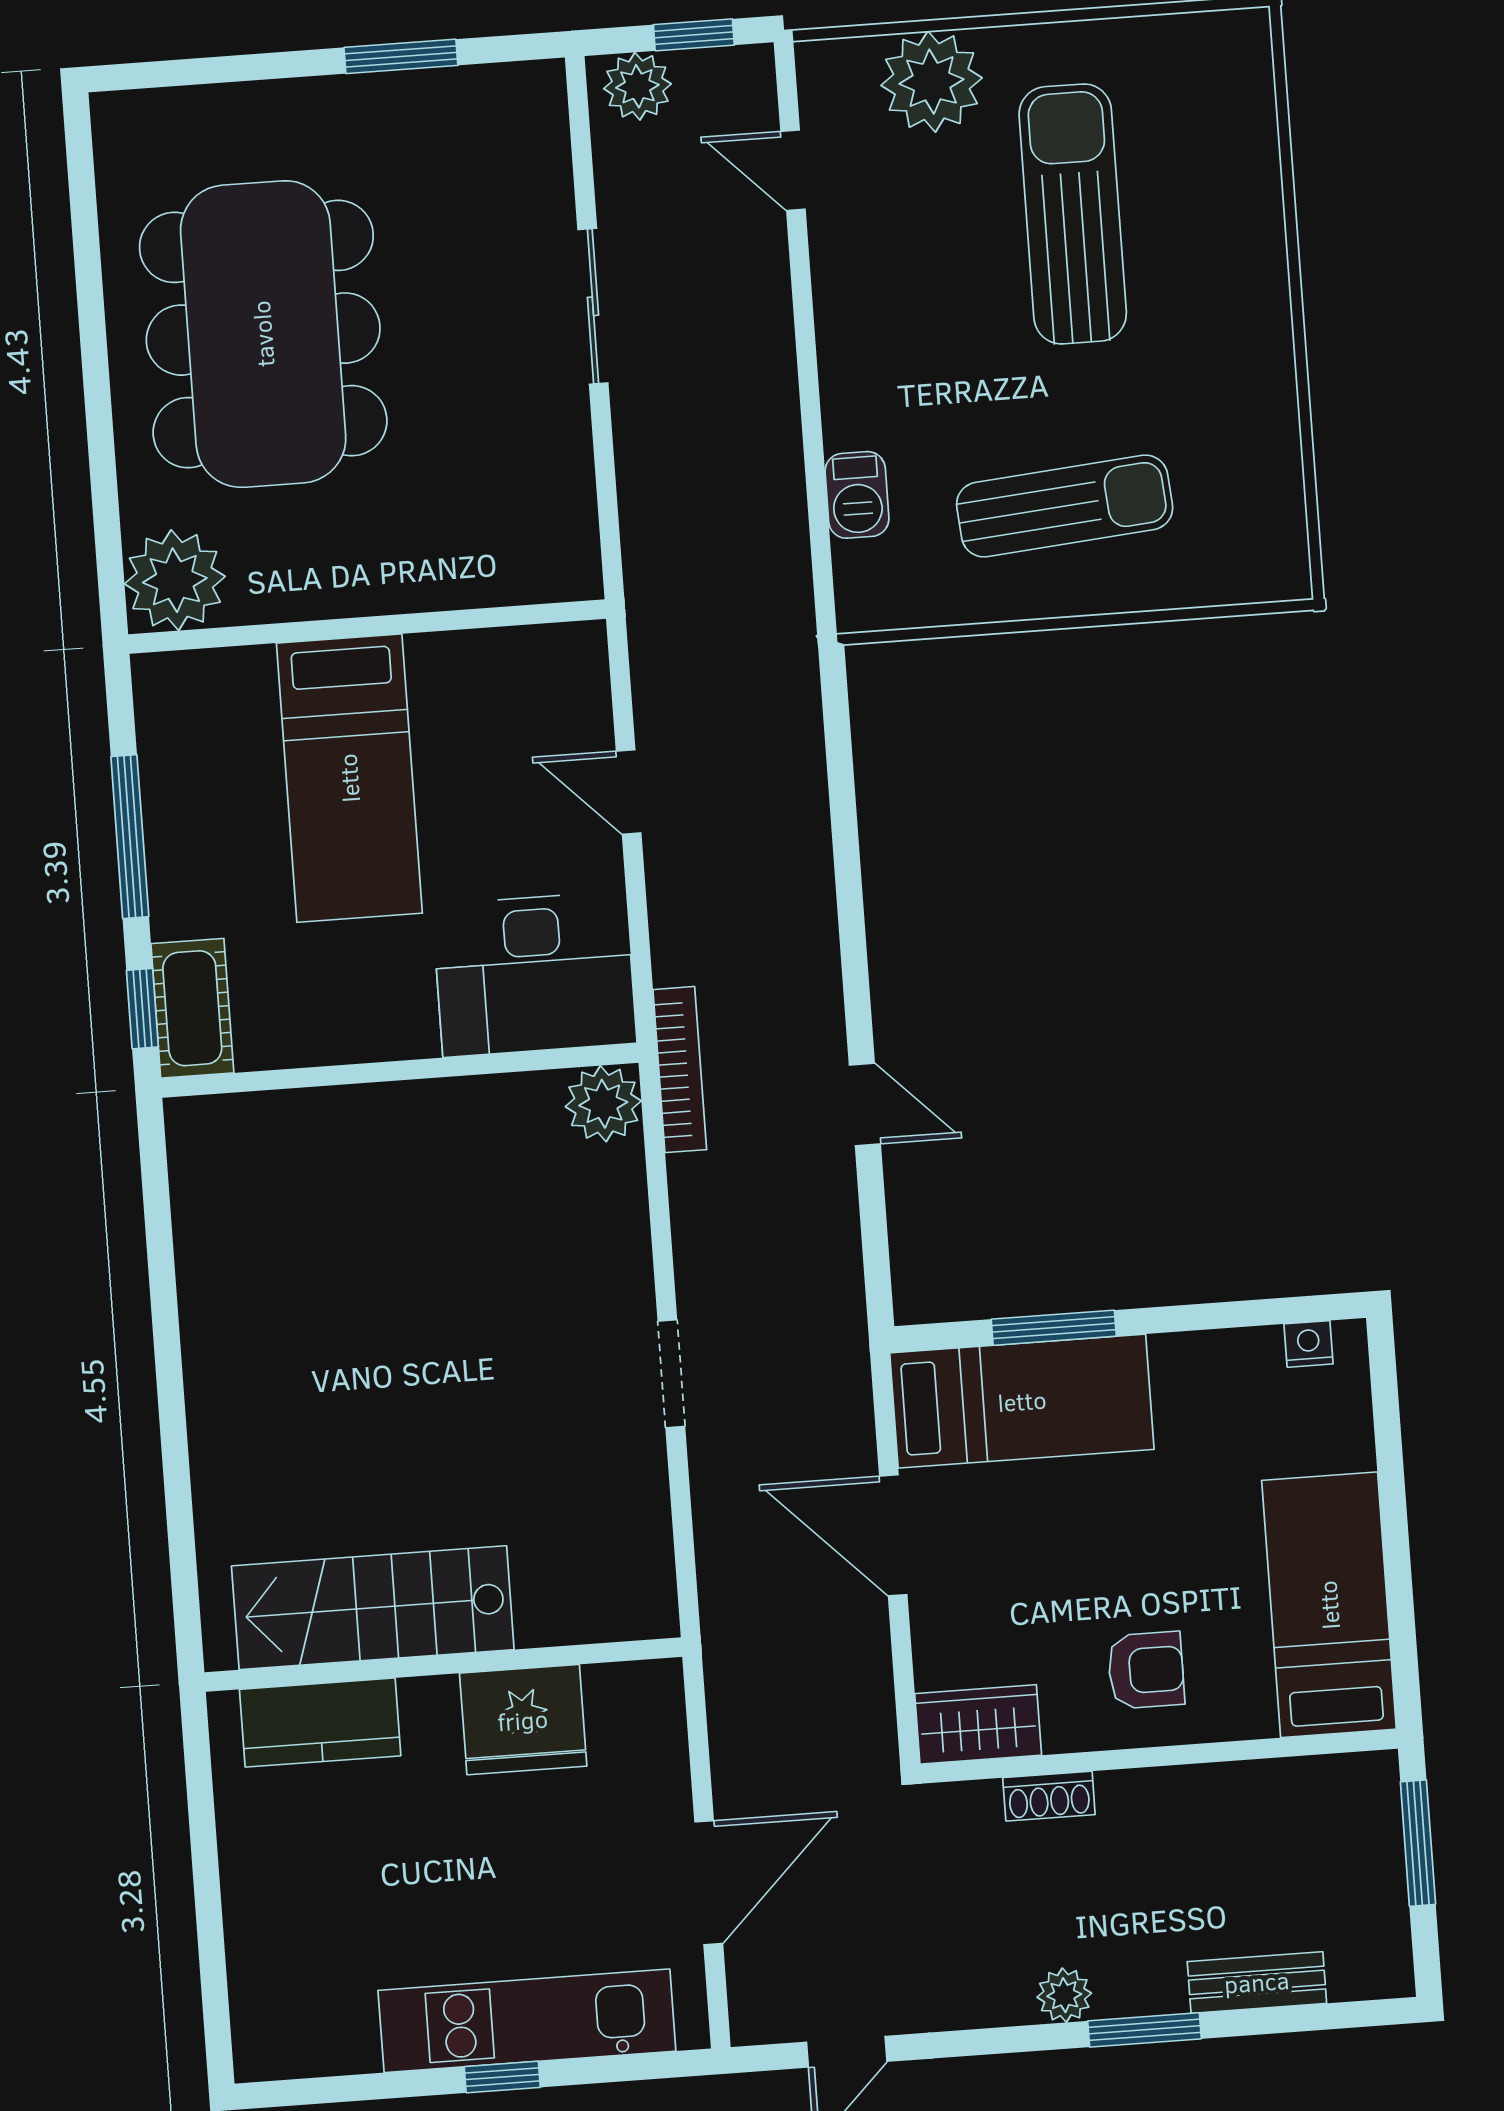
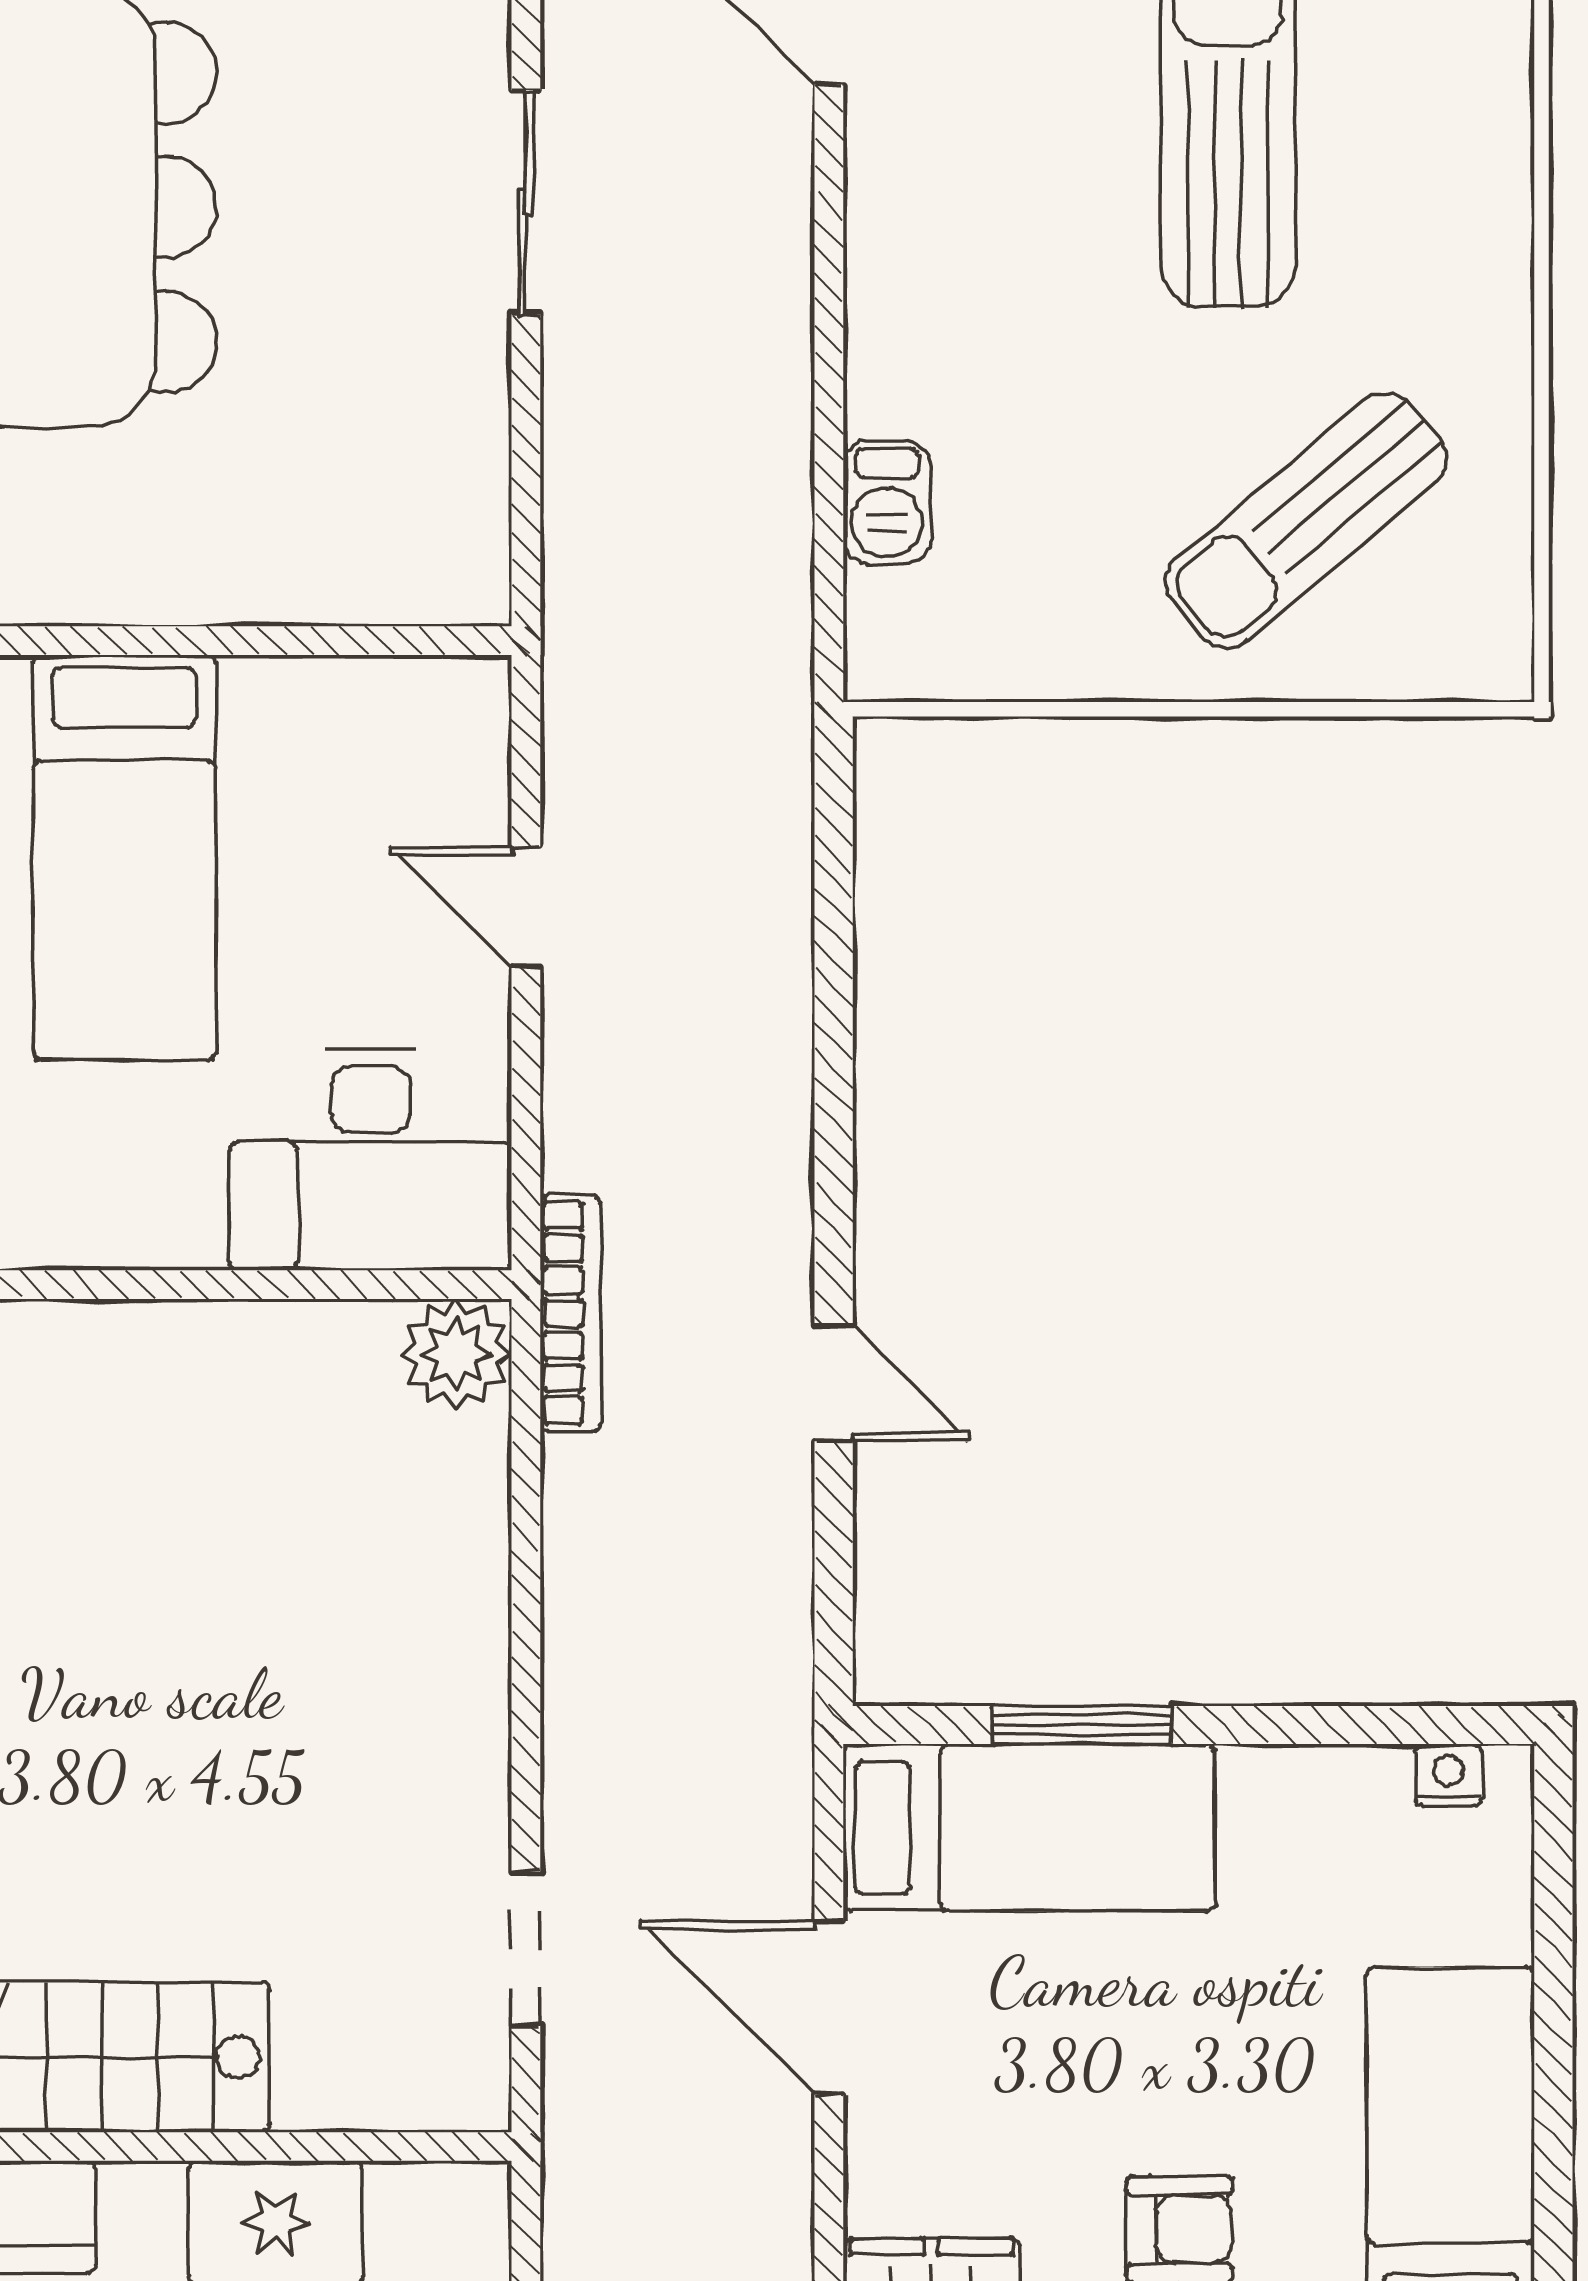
sun lounger: (1065, 506) -> (1306, 520), moved, turned 145
doorway: (671, 1374) -> (526, 1949), moved

